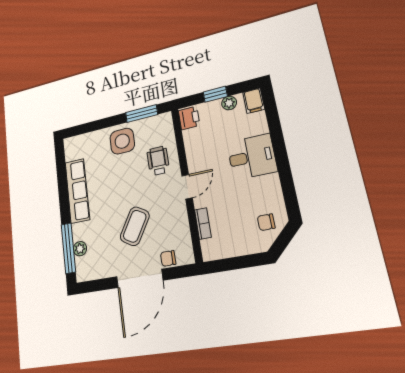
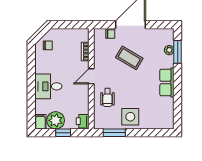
plant: (229, 103) -> (56, 120), width x1.88, depth x1.88
row of seats: (77, 191) -> (167, 82), width x0.68
coffee table: (135, 226) -> (129, 58), turned 90
window: (68, 248) -> (178, 52), width x0.69

